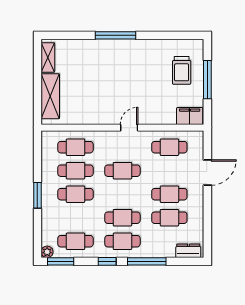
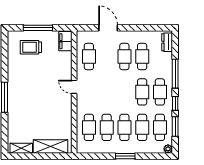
trolley: (182, 70) -> (31, 47), turned 180
cafe table: (122, 171) -> (142, 127), moved
window: (61, 261) -> (175, 126), moved

